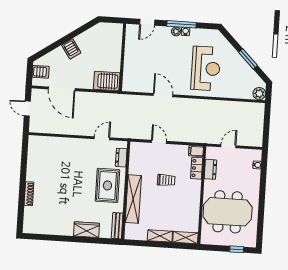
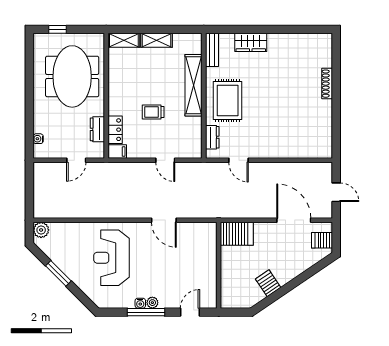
server rack: (71, 49) -> (268, 283), moved
door: (102, 138) -> (238, 160), hinge flipped
meeting table: (228, 212) -> (72, 76), turned 90

